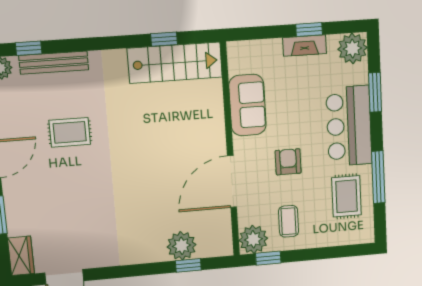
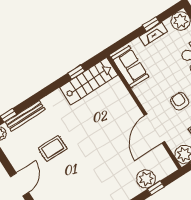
sofa: (247, 105) -> (130, 67), moved

